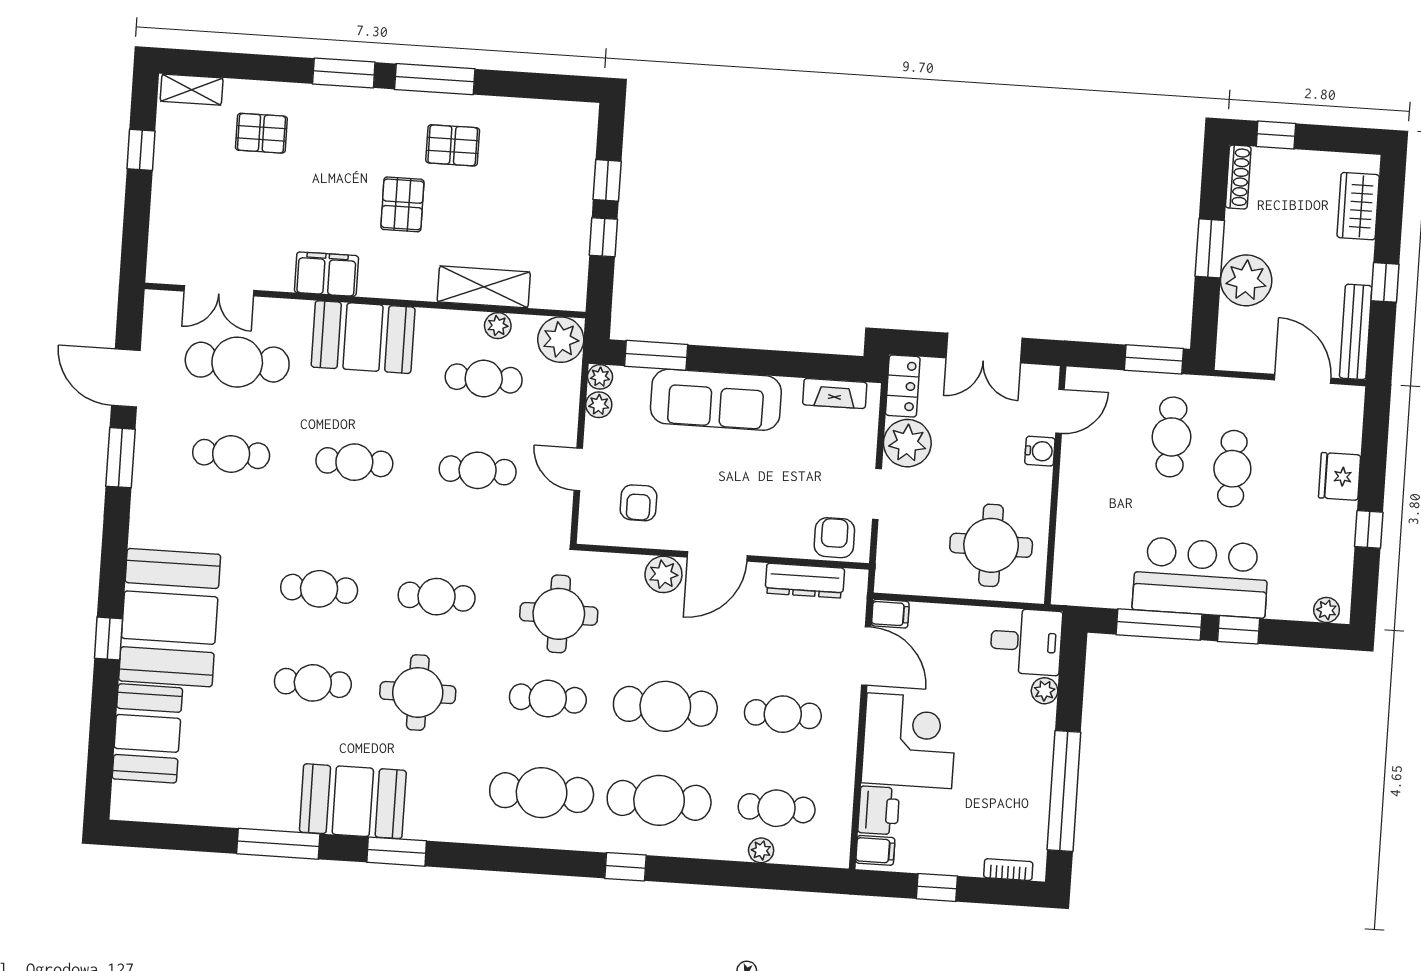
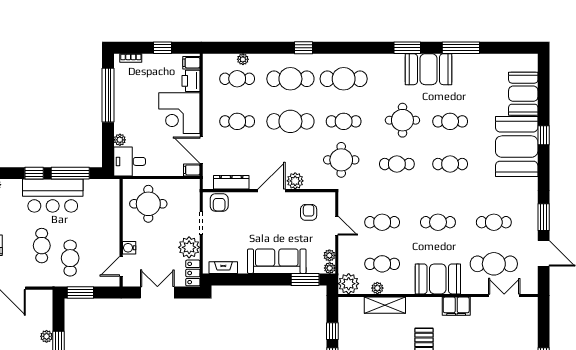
plant: (1246, 280) -> (47, 336), width x0.53, depth x0.53

